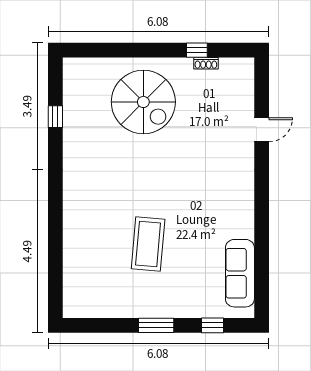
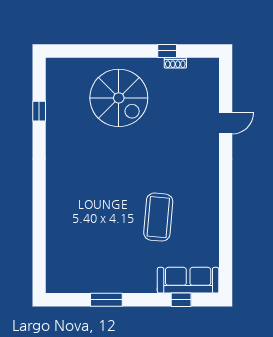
coffee table: (148, 244) -> (158, 217), moved
sofa: (240, 273) -> (188, 280), moved, turned 90
window: (156, 325) -> (106, 300), moved

